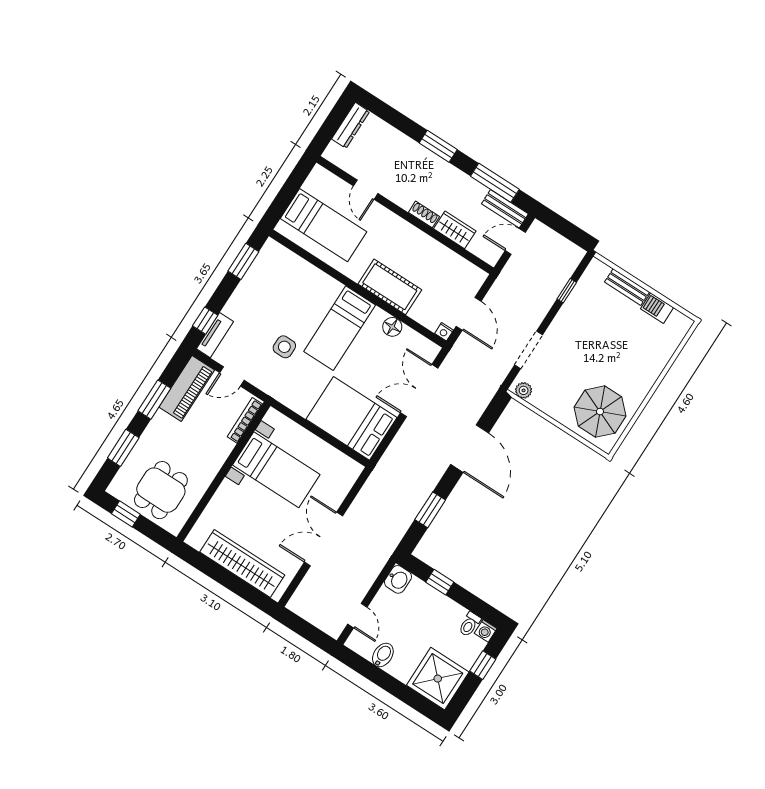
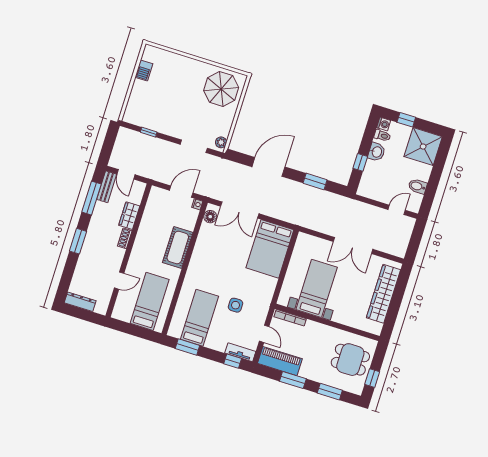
bench: (627, 287) -> (136, 94), removed
floor lamp: (392, 327) -> (210, 217), moved
bed: (340, 328) -> (200, 318), moved, turned -90
washbasin: (398, 579) -> (376, 152), moved, turned 90

